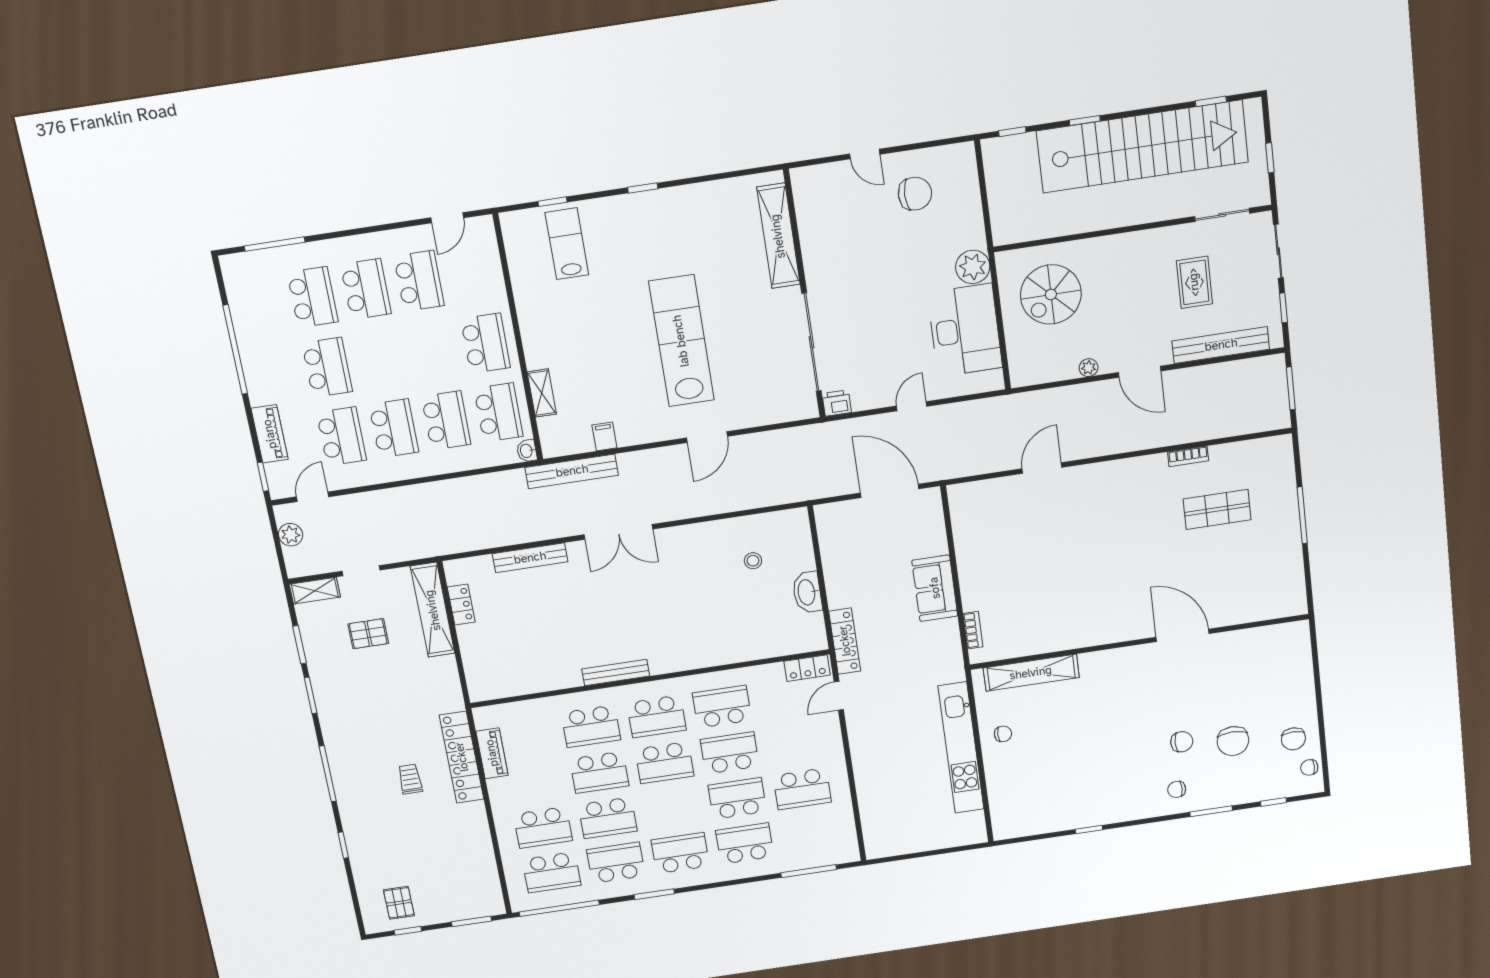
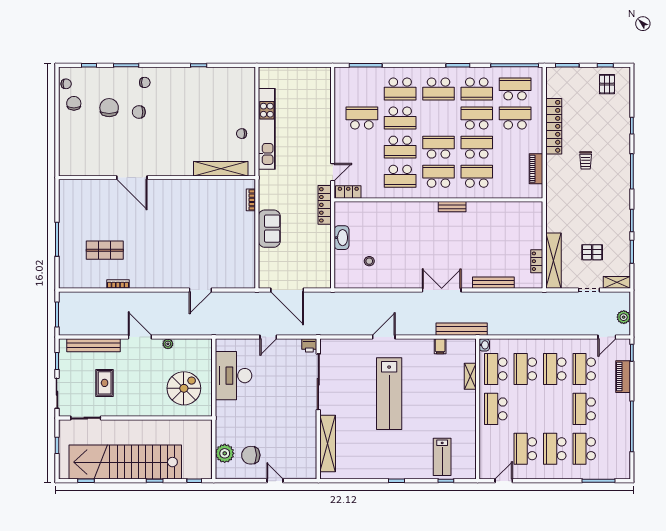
plant: (973, 267) -> (225, 453), moved
bench: (616, 672) -> (452, 207), width x0.73
locker: (462, 757) -> (554, 126), moved

